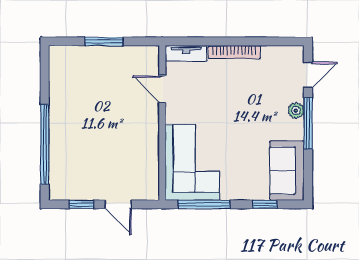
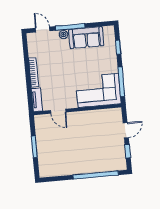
door: (162, 89) -> (58, 111), hinge flipped
sofa: (287, 171) -> (86, 38), moved

